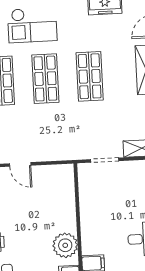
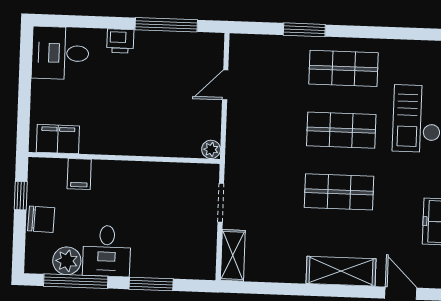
plant: (65, 245) -> (211, 149), moved, width x0.53, depth x0.53

